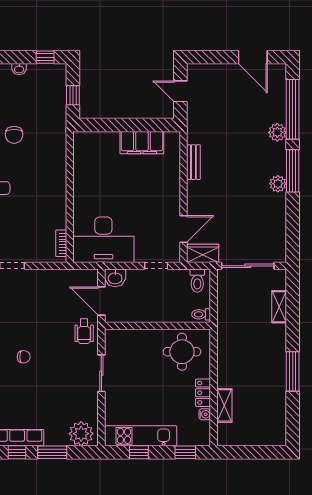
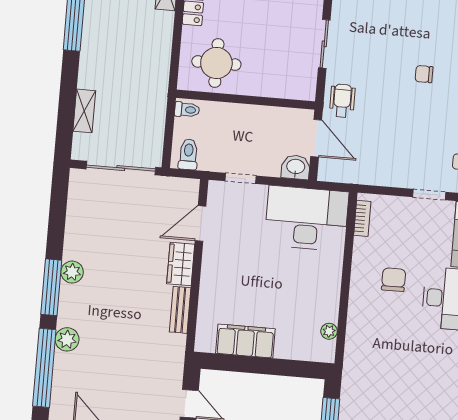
chair: (14, 135) -> (394, 280), moved
plant: (79, 156) -> (329, 331), added
wardrobe: (203, 253) -> (181, 264), moved, turned 90

